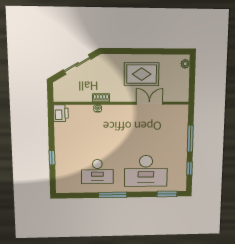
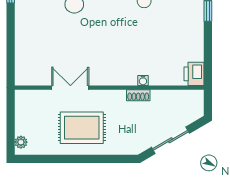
double door: (149, 103) -> (70, 88), swing flipped
window: (190, 139) -> (11, 37), removed

